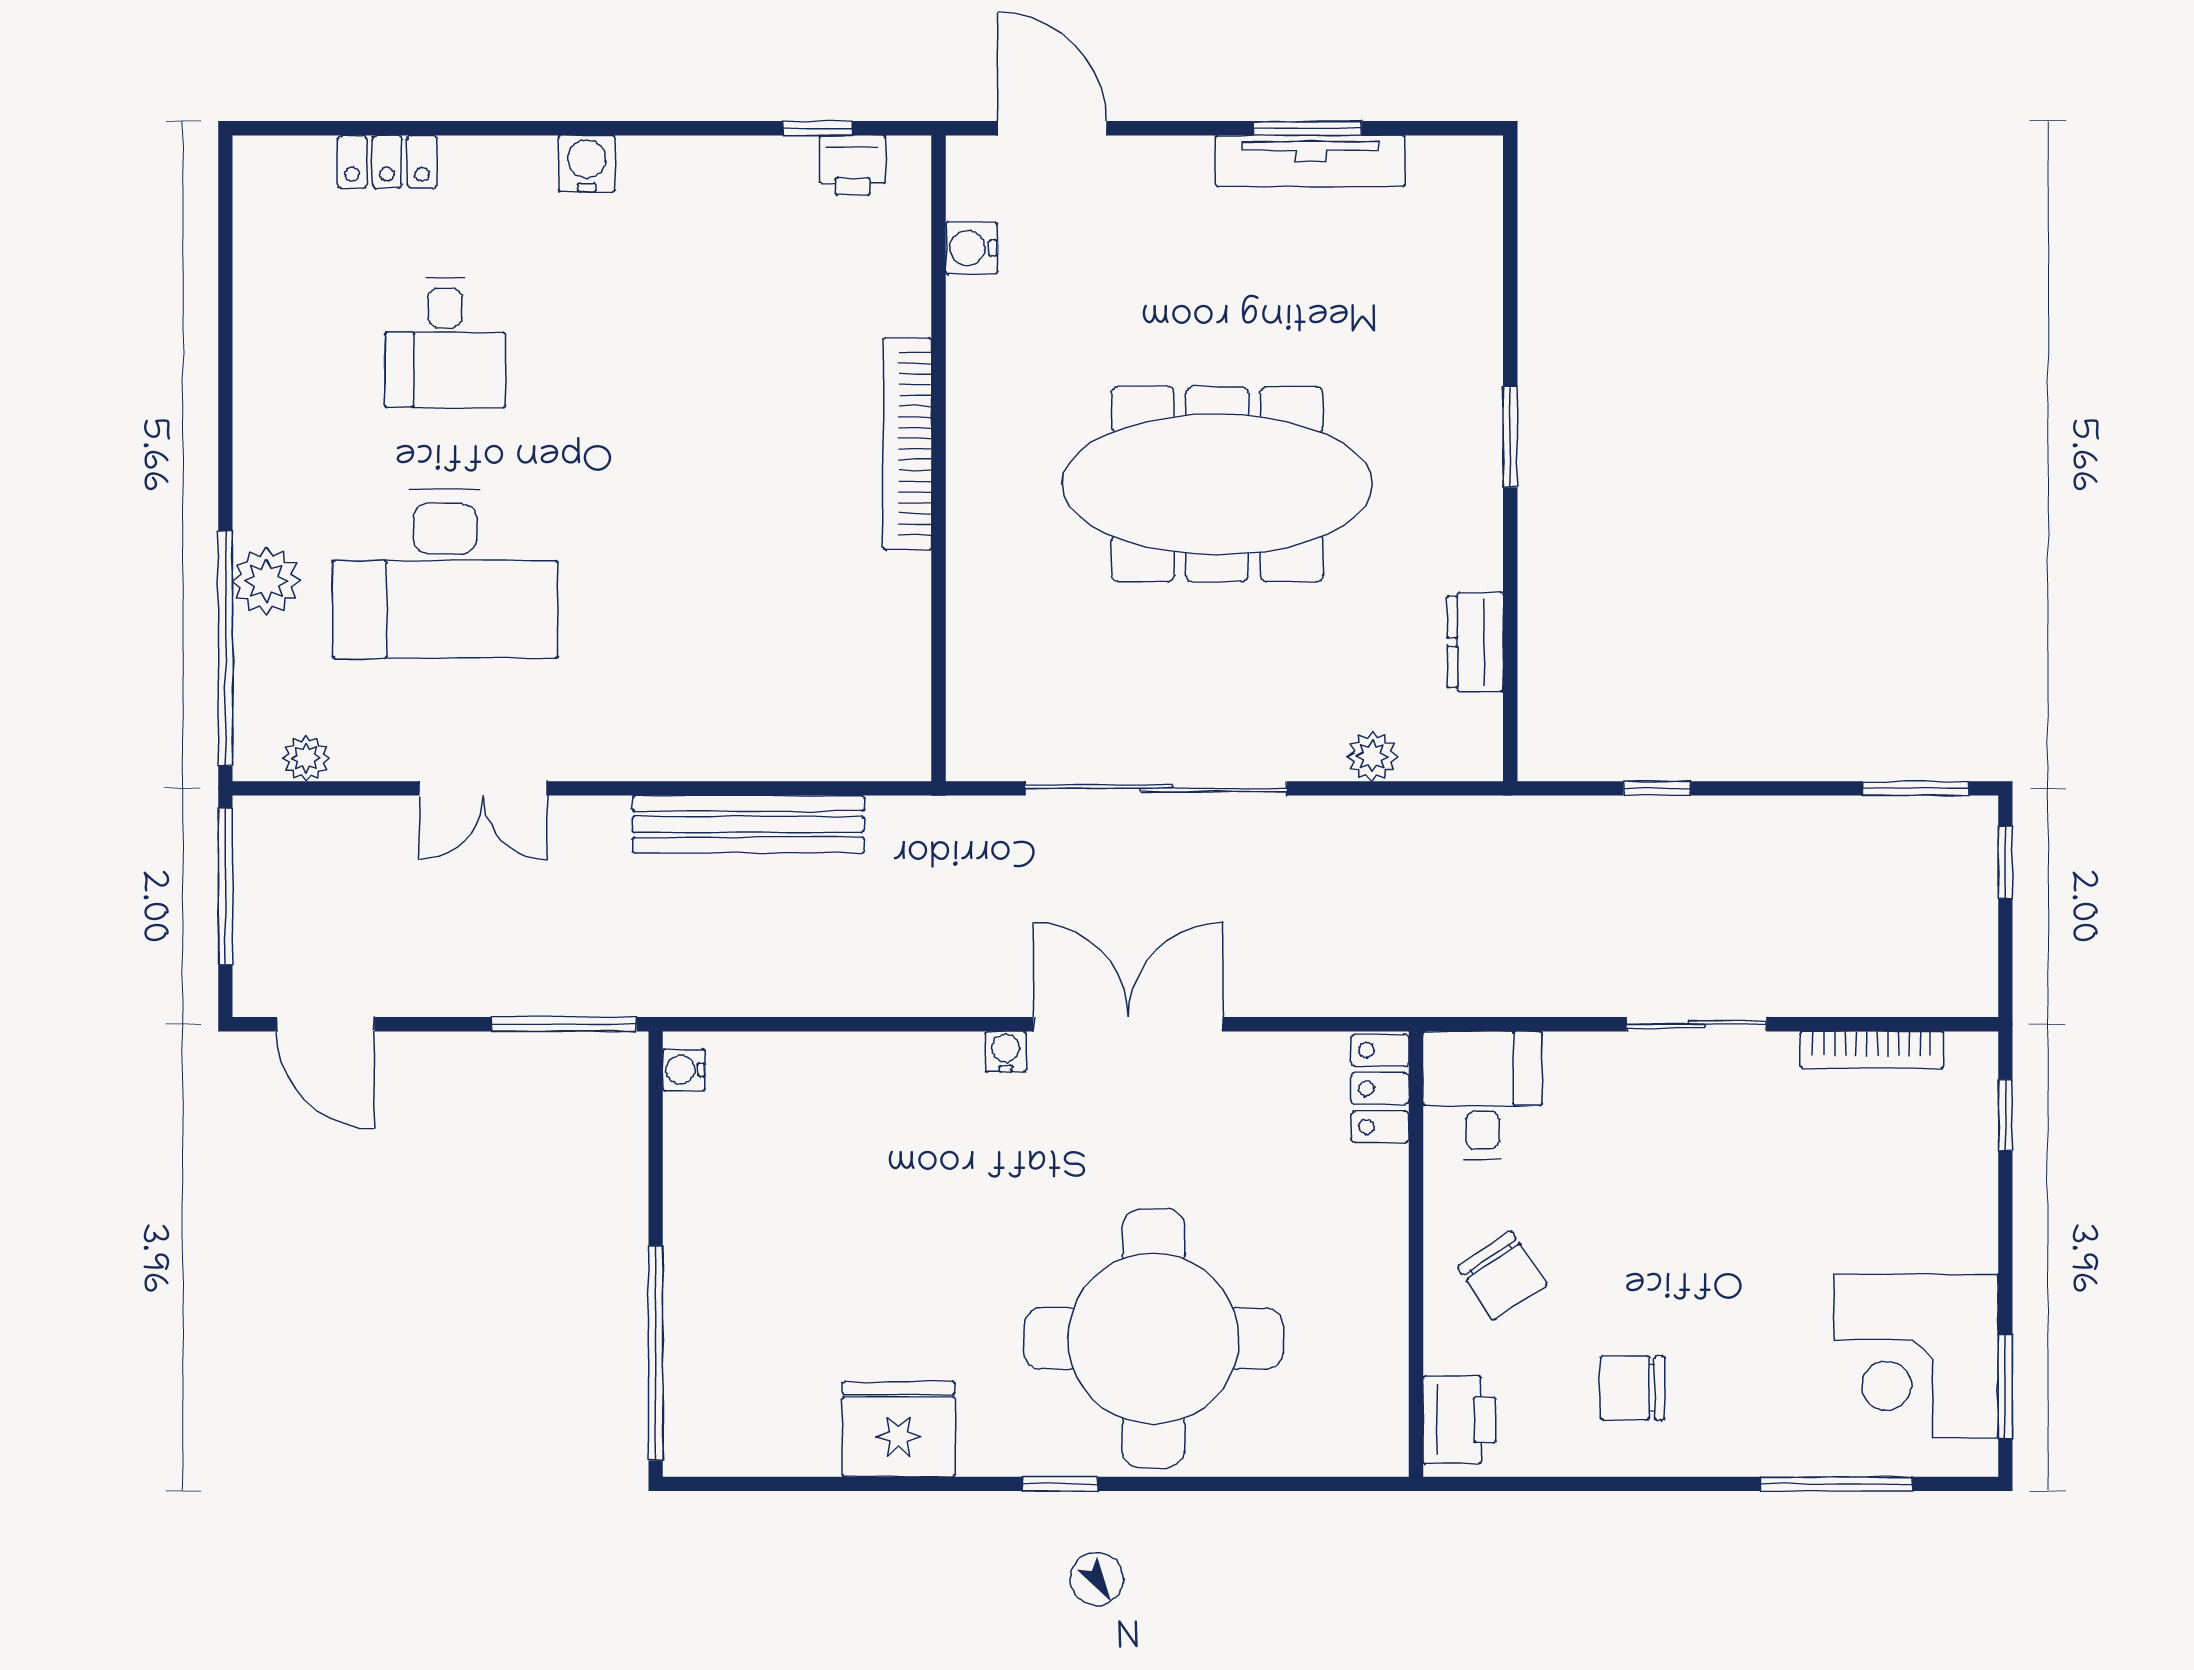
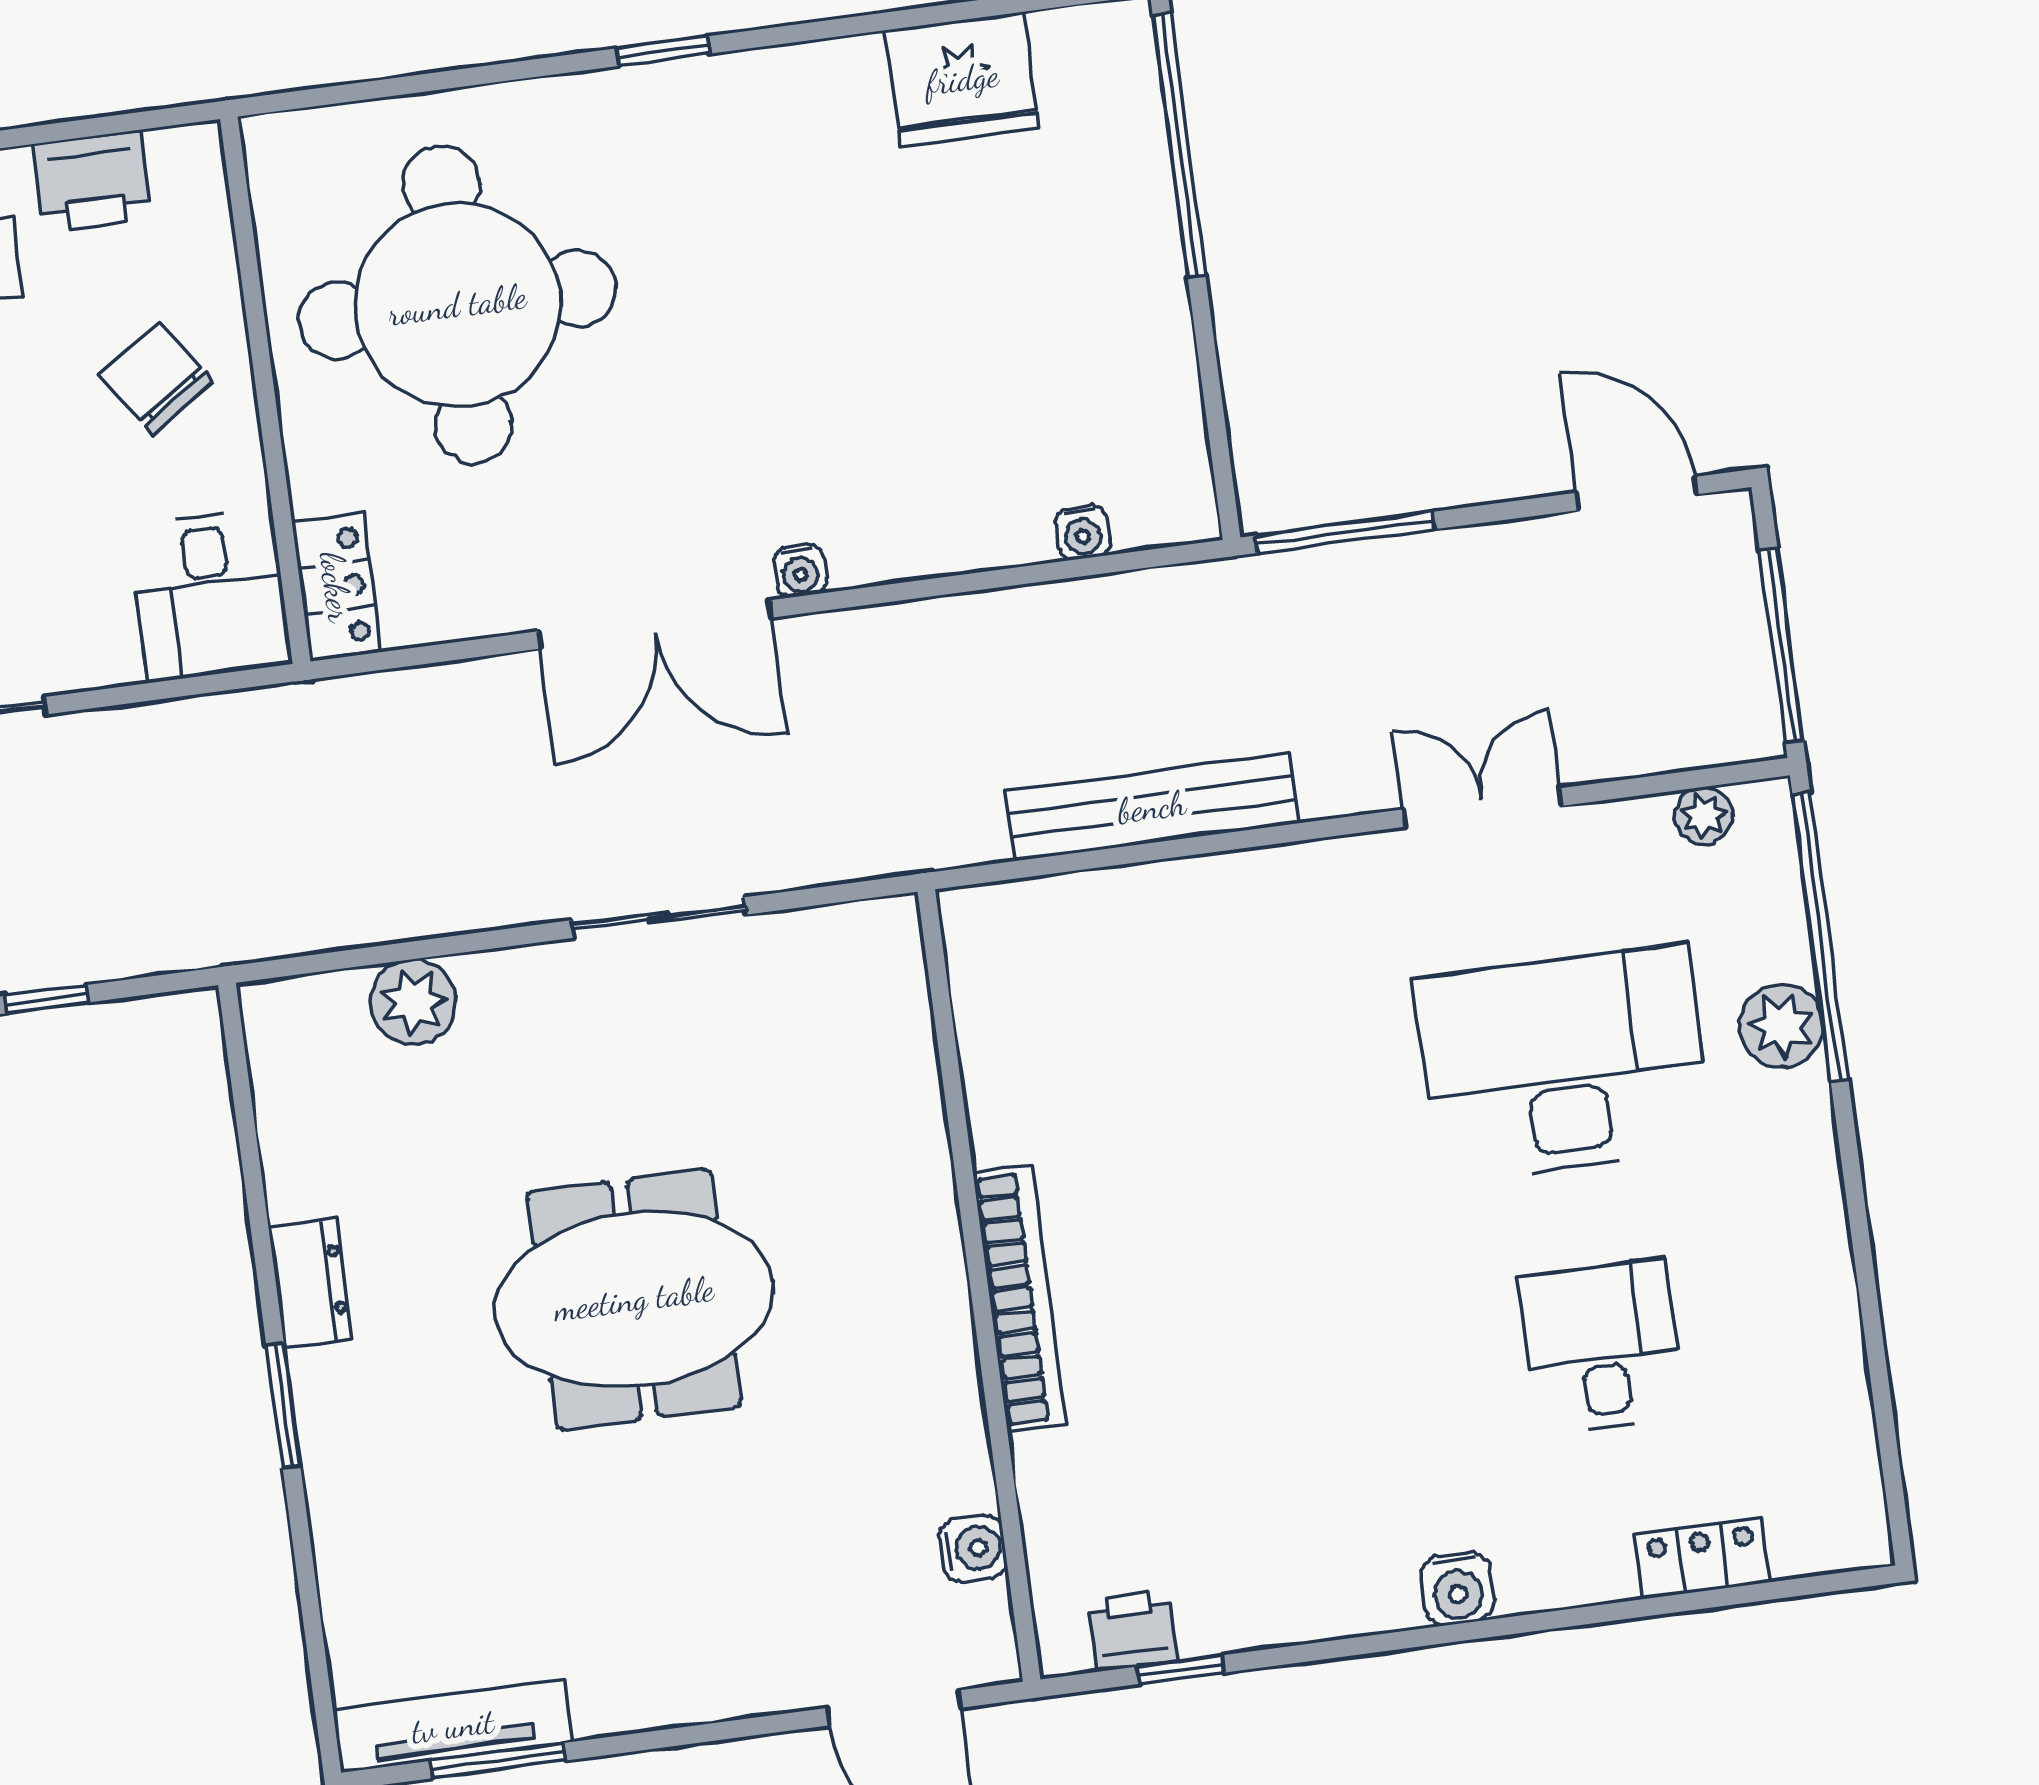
window: (1307, 128) -> (498, 1761), moved
tv unit: (1310, 161) -> (453, 1726), moved
meeting table: (1217, 484) -> (634, 1299), width x0.73
dresser: (1475, 642) -> (310, 1283), moved
plant: (1372, 756) -> (413, 1002), width x1.38, depth x1.38
sliding door: (1156, 788) -> (659, 917), width x0.54
water cooler: (684, 1070) -> (1083, 532), moved, turned 90
round table: (1153, 1339) -> (457, 305), moved
printer: (1459, 1420) -> (93, 181), moved, turned -90
fridge: (899, 1429) -> (962, 79), moved

